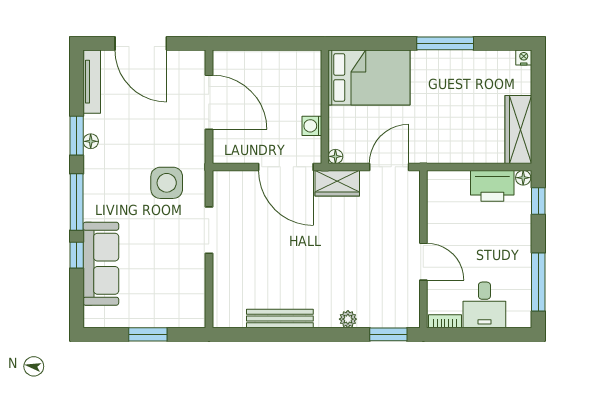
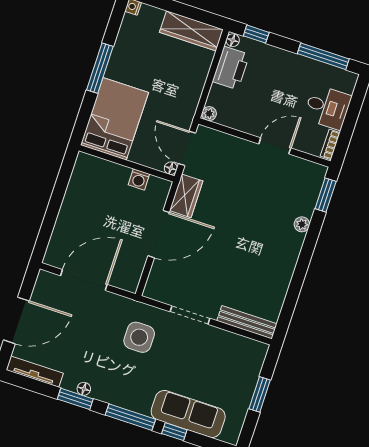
bed: (369, 77) -> (114, 119), moved
wall: (325, 107) -> (127, 163), moved
washing machine: (312, 126) -> (139, 179), moved
floor lamp: (335, 156) -> (171, 168), moved
plant: (435, 178) -> (209, 114), added
bench: (280, 318) -> (247, 322), moved, turned 90

